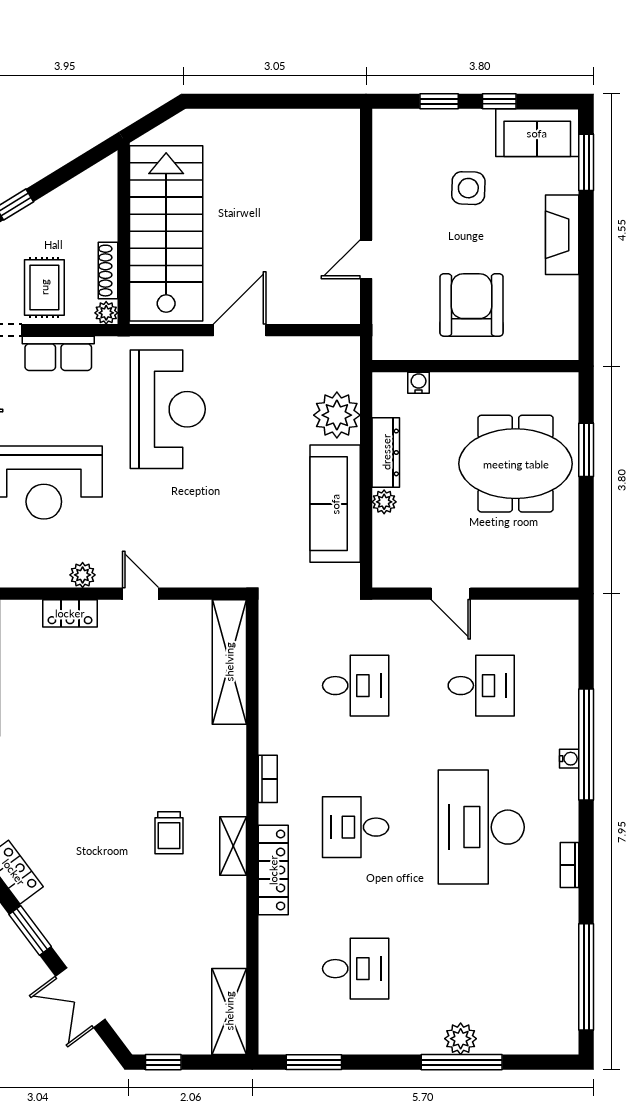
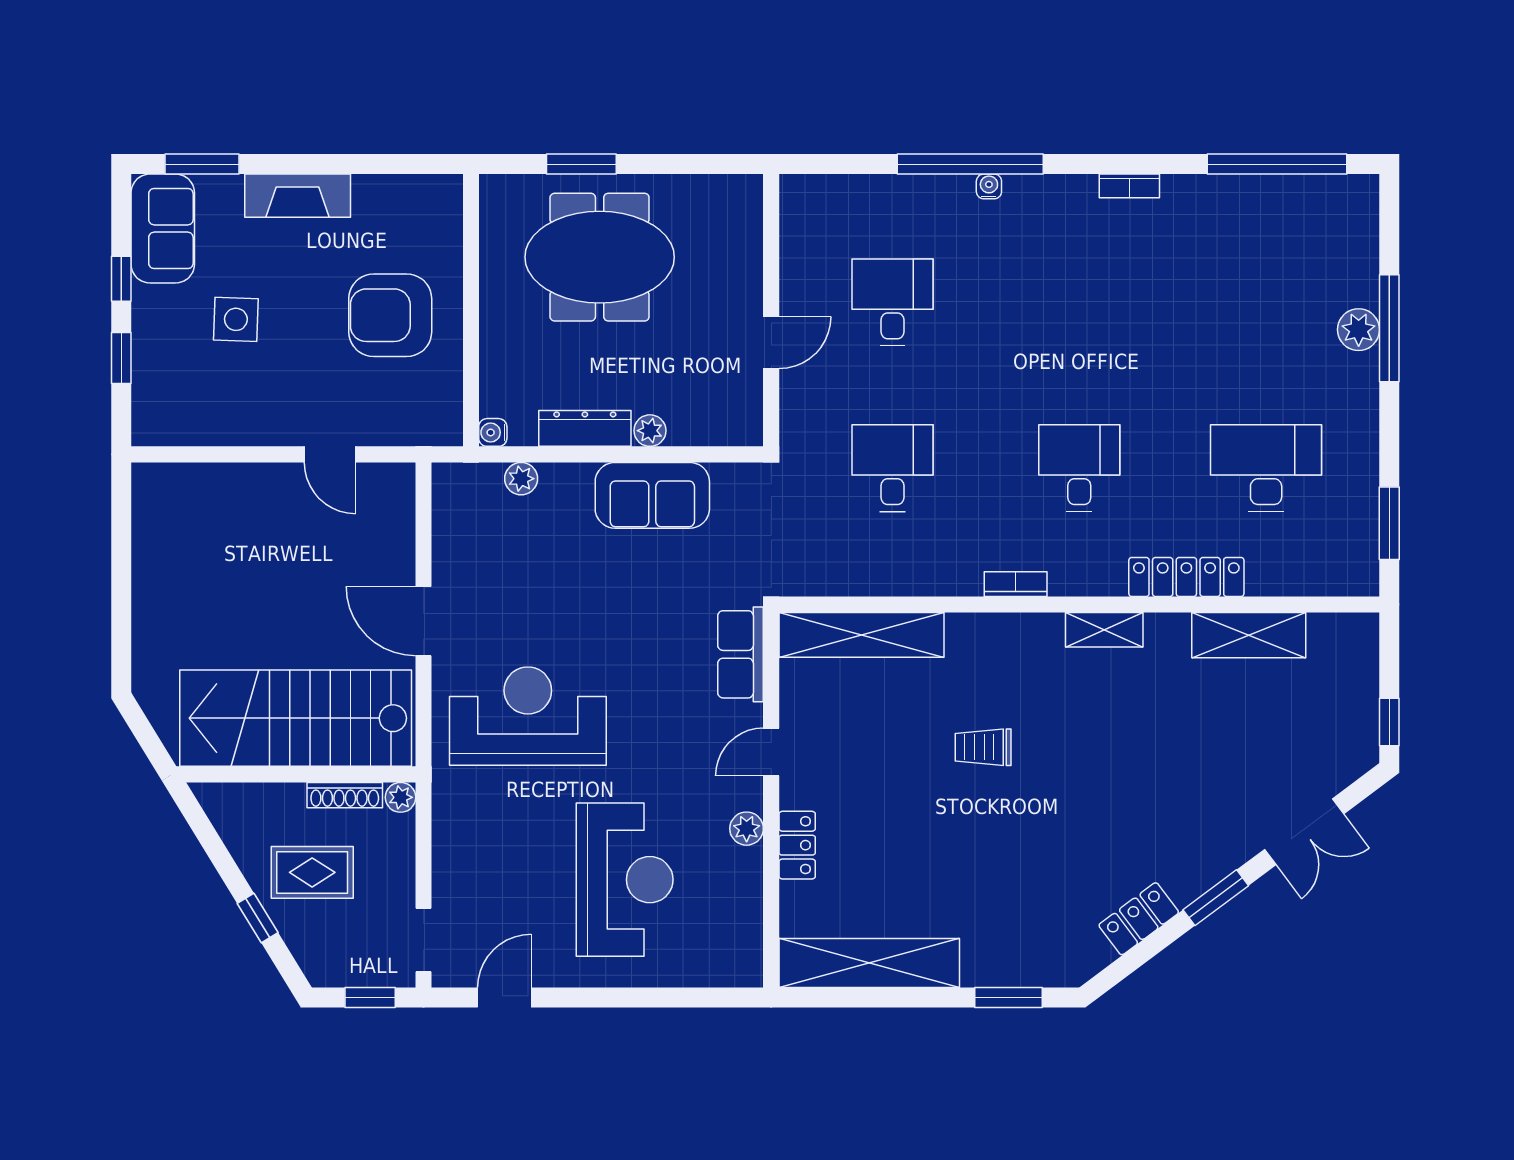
rug: (44, 287) -> (312, 872), moved
row of seats: (58, 353) -> (741, 654), moved, turned 180
water cooler: (419, 383) -> (493, 432), moved
plant: (337, 415) -> (521, 479), width x0.53, depth x0.53
meeting table: (516, 464) -> (600, 257), turned 90
sofa: (335, 504) -> (652, 495), width x0.73
desk: (356, 827) -> (1079, 468), turned 180
desk: (481, 827) -> (1079, 302), removed
trolley: (169, 833) -> (983, 747), moved, turned 180
locker: (273, 870) -> (1186, 577), moved
desk: (356, 969) -> (1266, 468), width x1.37
shelving: (229, 1011) -> (1249, 635), moved

